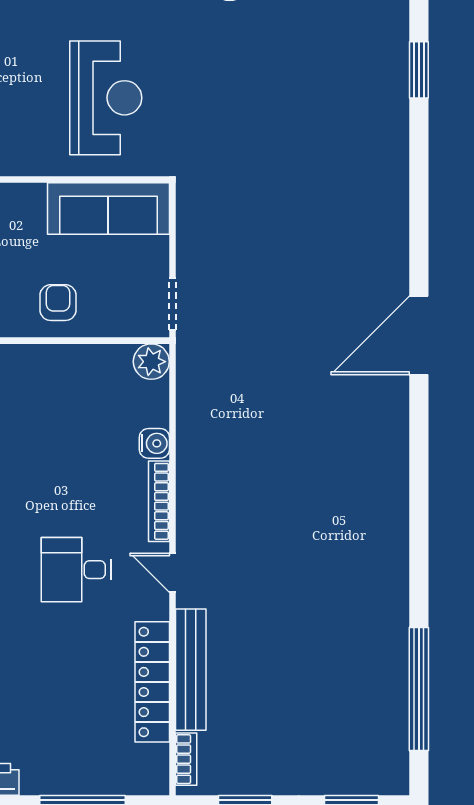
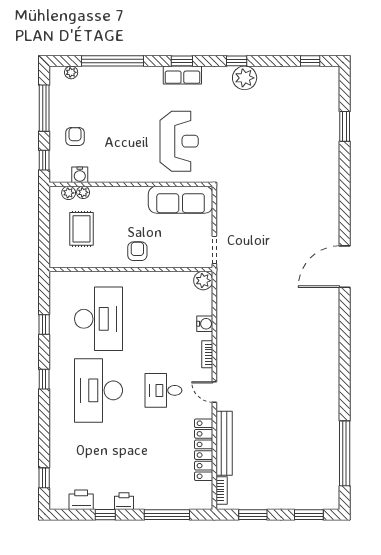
armchair: (58, 303) -> (137, 251), moved
bookcase: (159, 501) -> (207, 354), width x0.64

